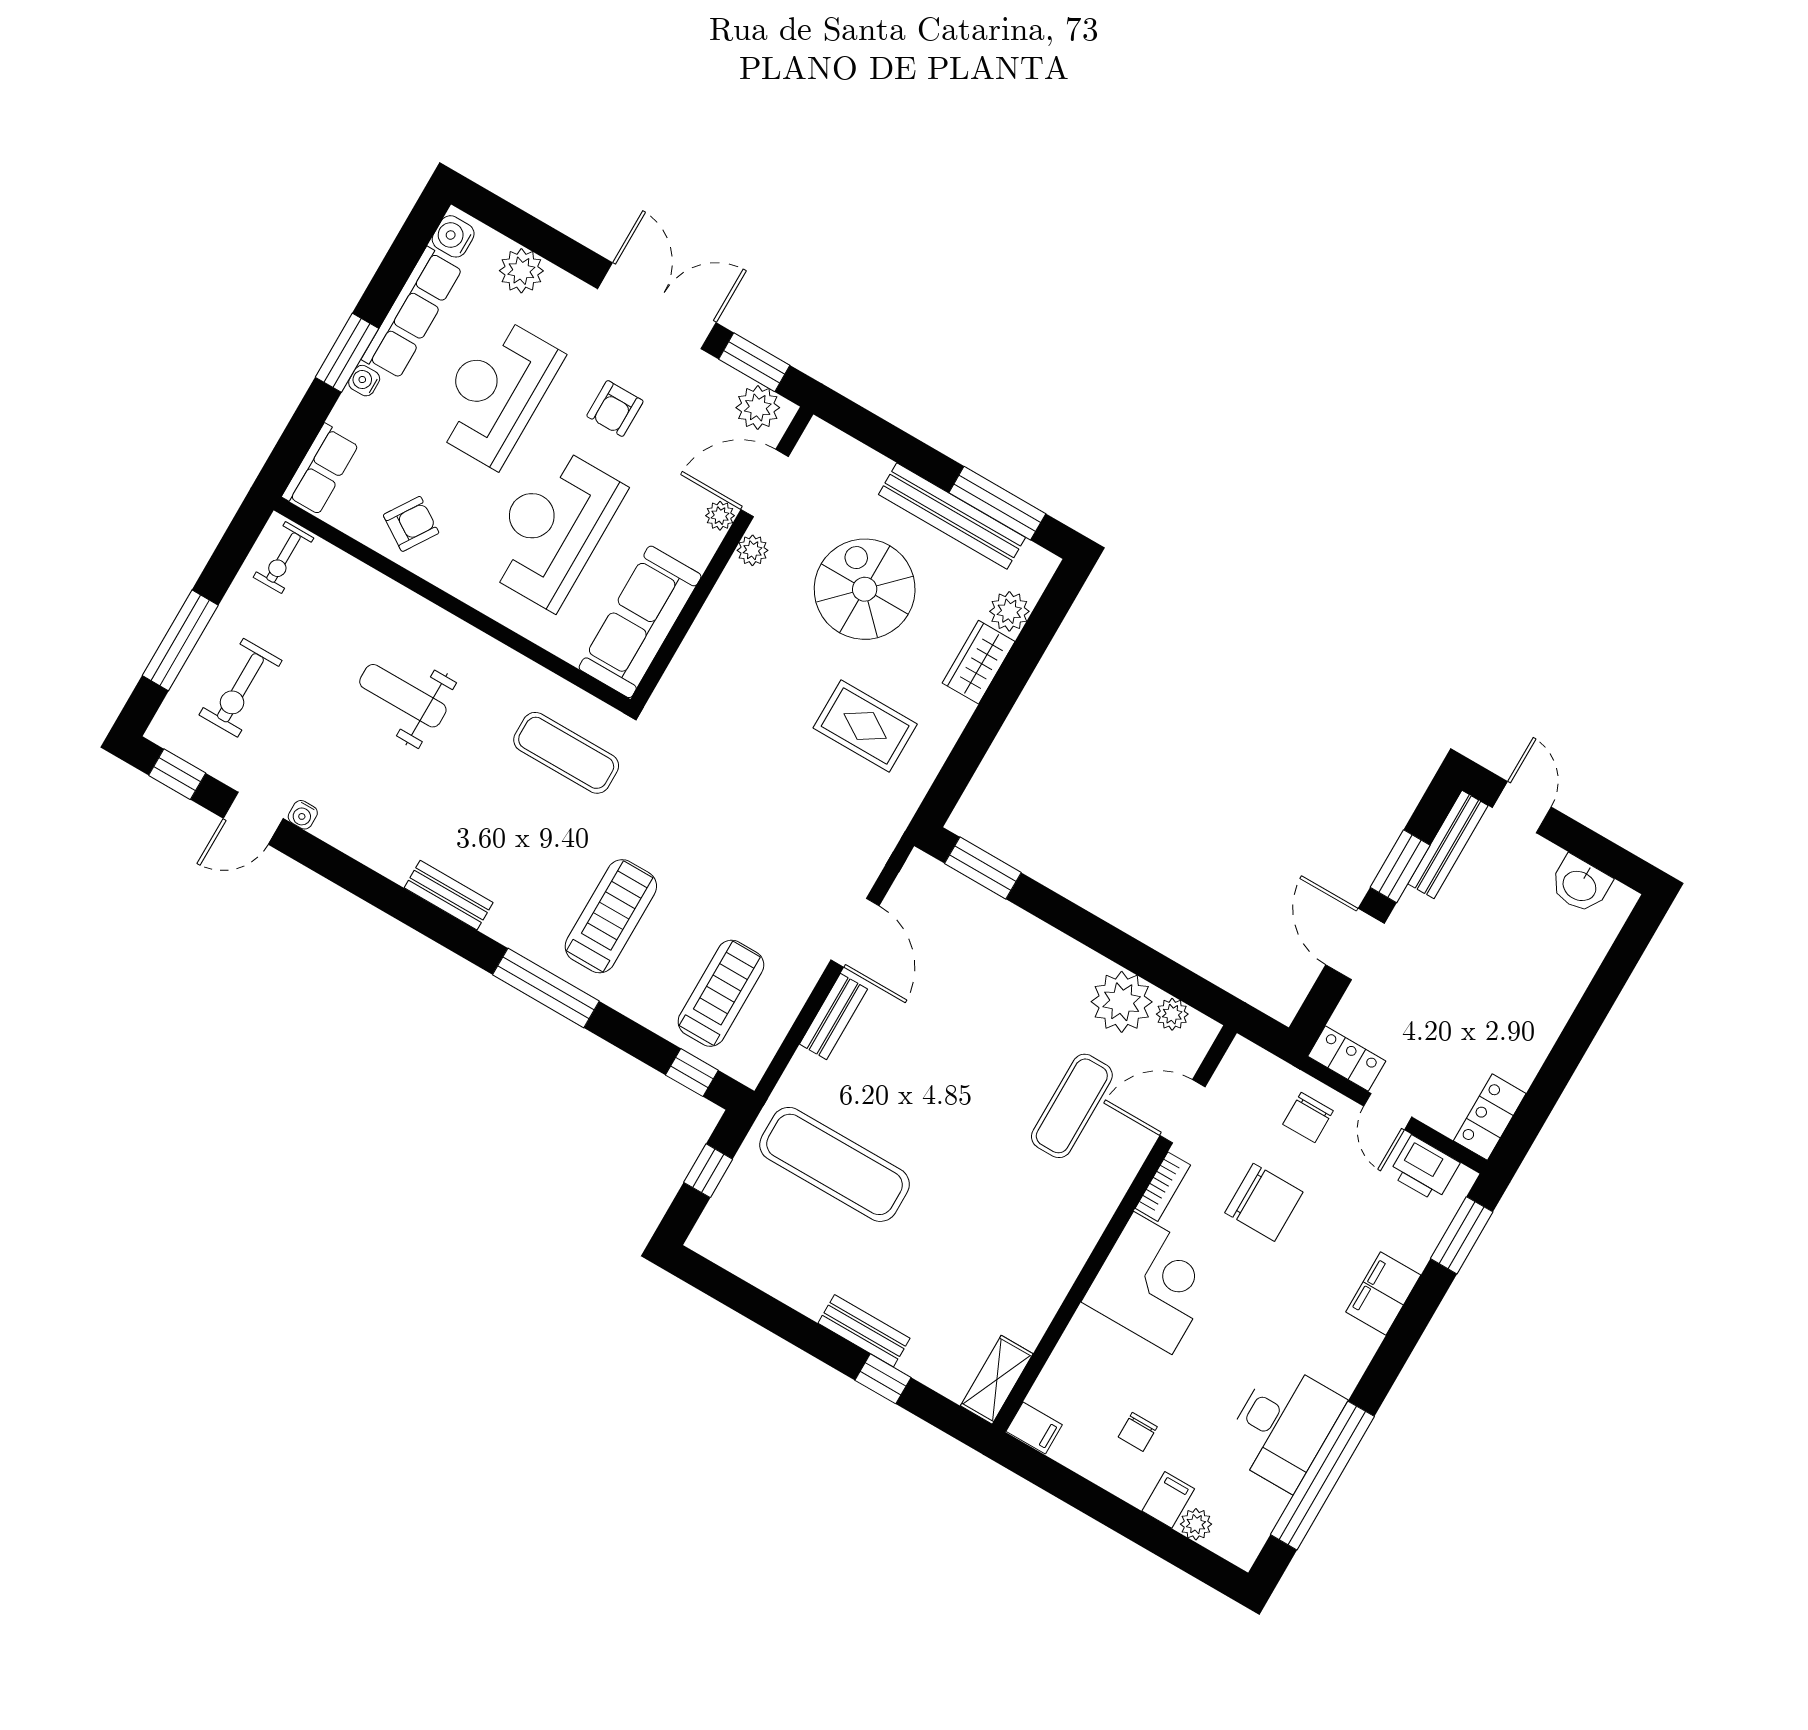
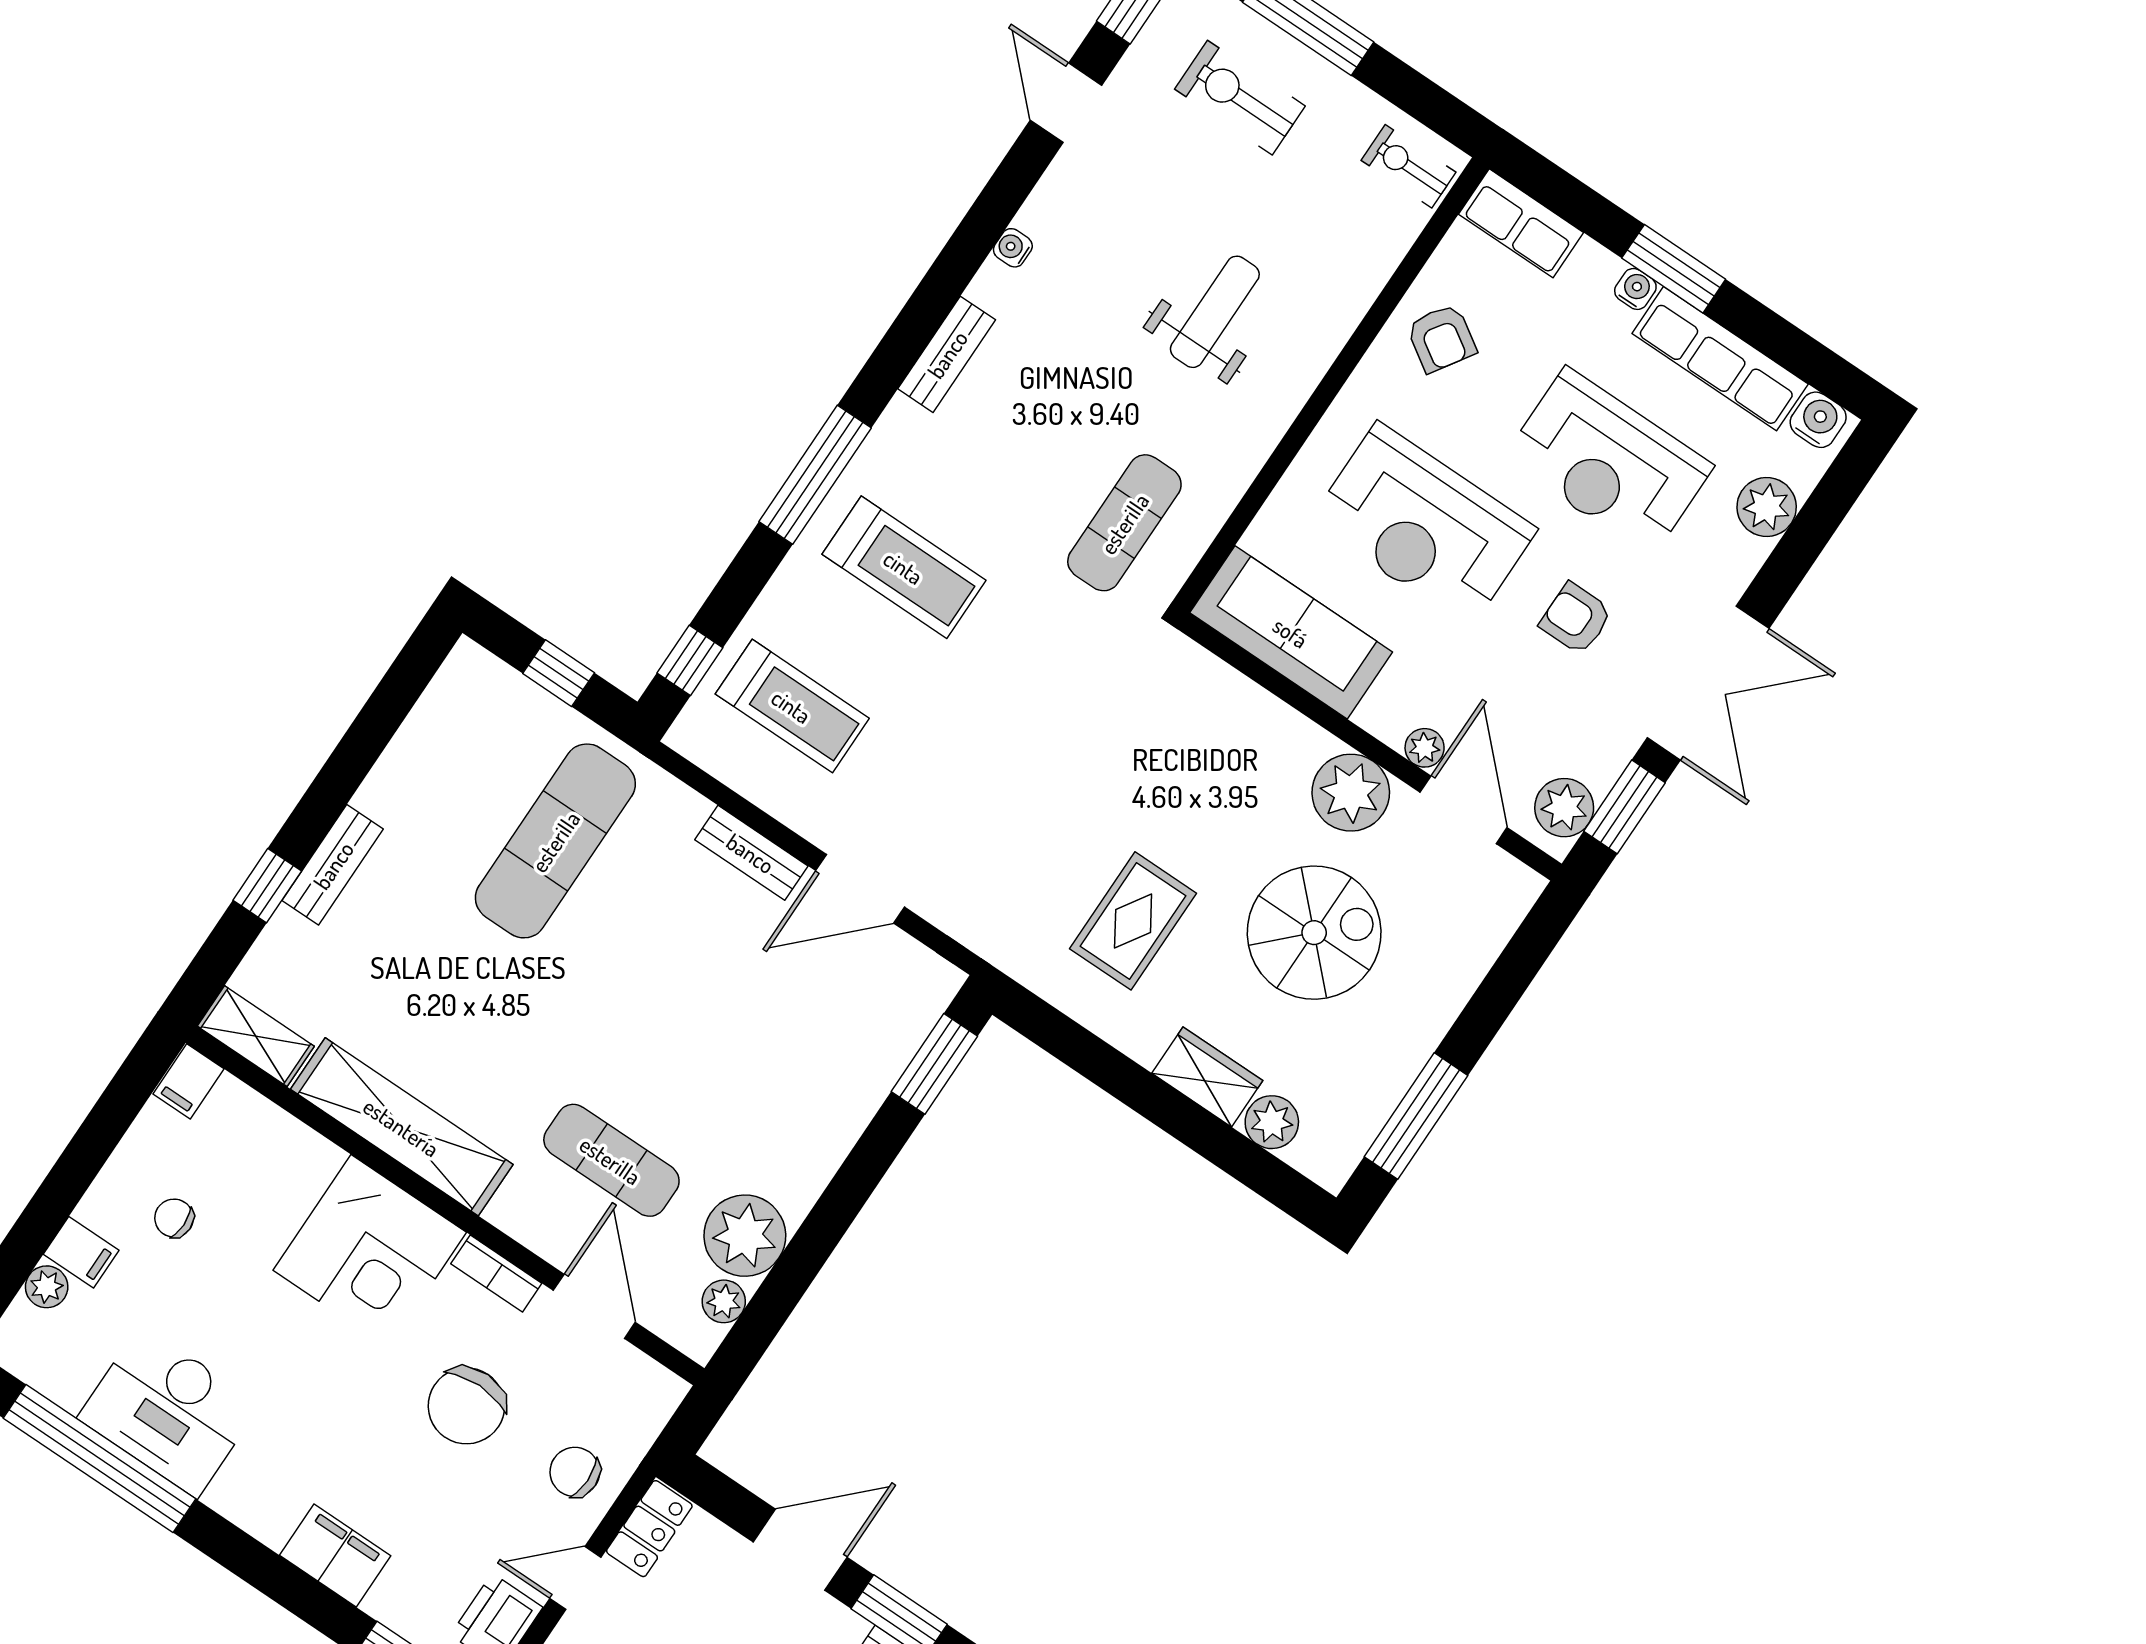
reception desk: (496, 392) -> (1608, 462), turned 180
bench: (952, 516) -> (1403, 1055), removed
reception desk: (553, 528) -> (1423, 525), turned 180
plant: (753, 550) -> (1351, 793), width x1.88, depth x1.88
water cooler: (303, 815) -> (1013, 248), moved
shelving: (1057, 1265) -> (402, 1127), added

